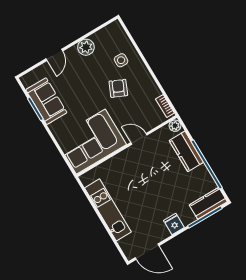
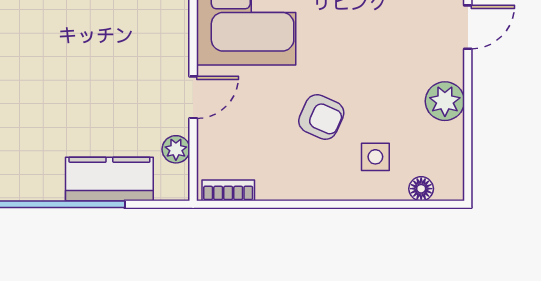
floor lamp: (123, 37) -> (421, 189), added
door: (54, 55) -> (468, 27), swing flipped
plant: (175, 126) -> (176, 149), moved

